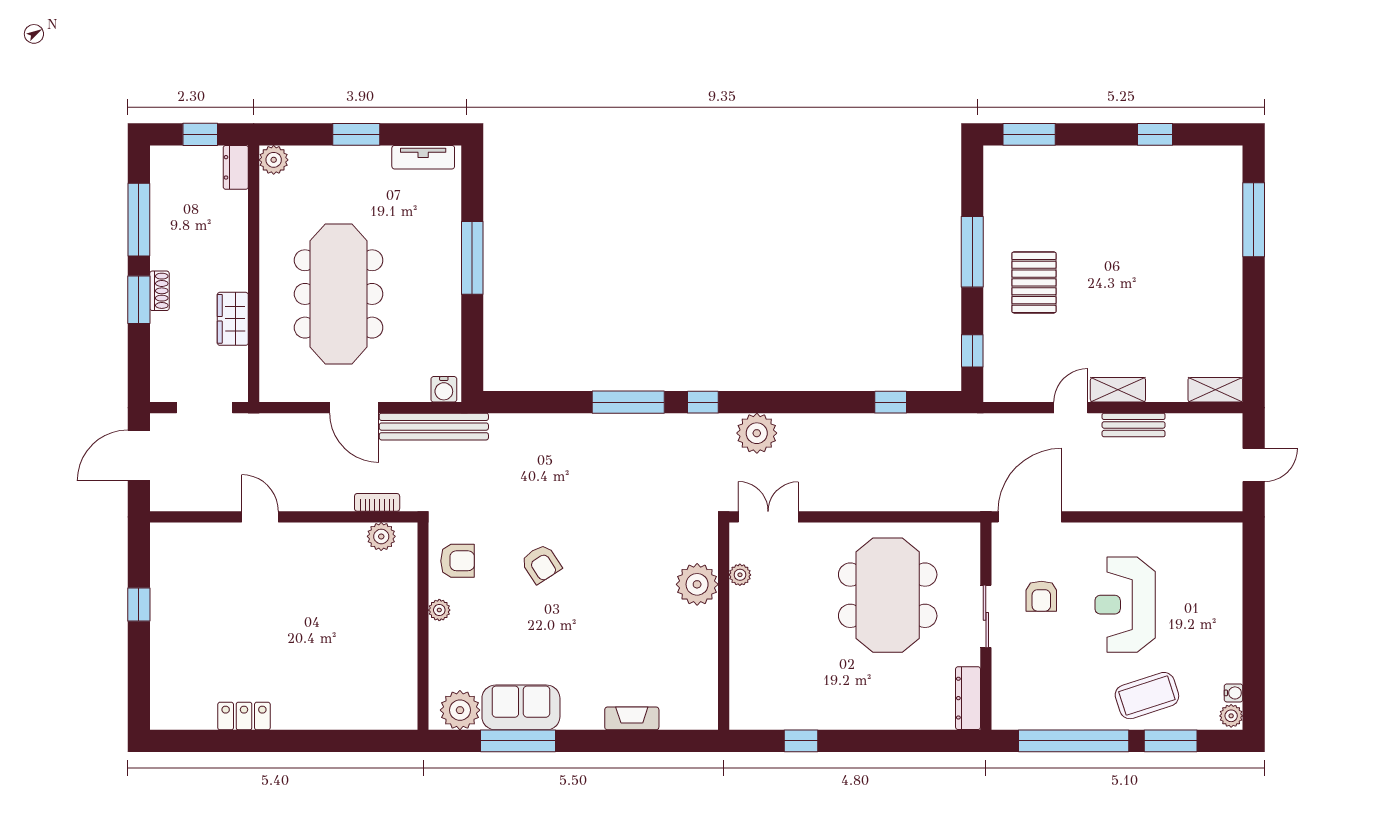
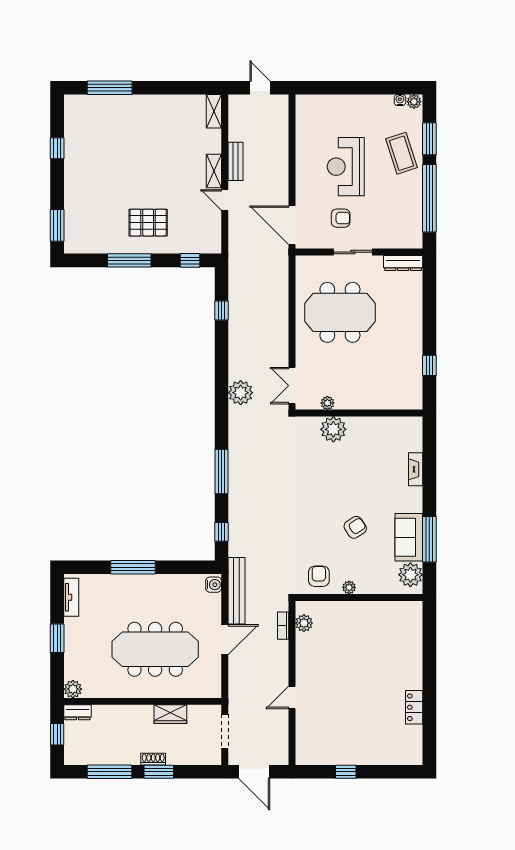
window: (703, 402) -> (221, 532), moved
armchair: (541, 564) -> (355, 527), moved
reception desk: (1125, 605) -> (346, 167), turned 90

